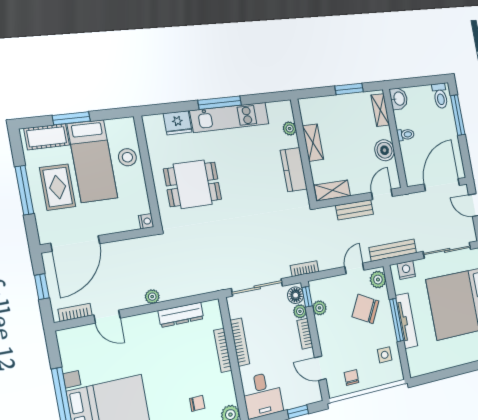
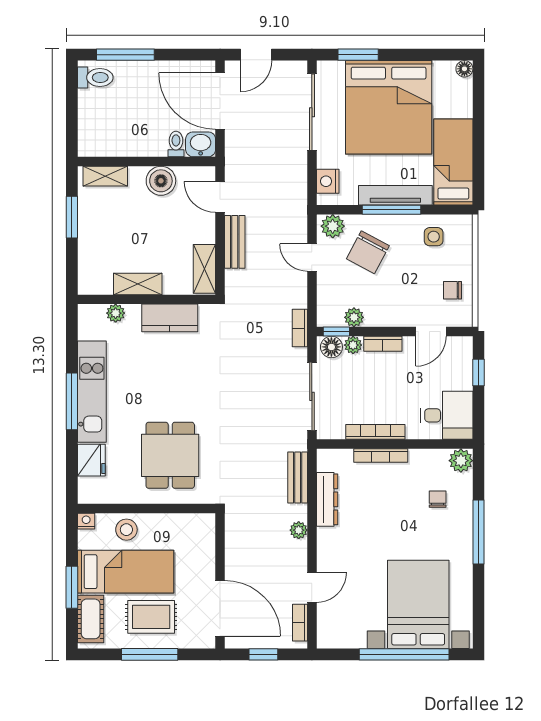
washbasin: (399, 99) -> (201, 144), moved
toilet: (406, 135) -> (176, 144), moved
nightstand: (146, 221) -> (86, 521), moved
bench: (393, 250) -> (298, 477), moved, width x0.73
bed: (435, 357) -> (453, 162), added

